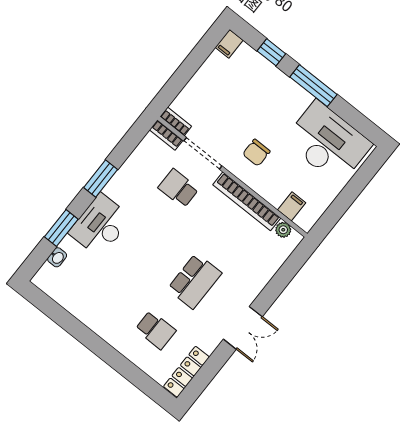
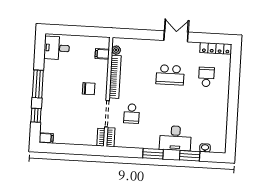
desk: (328, 143) -> (57, 48), width x0.53, depth x0.77
school desk: (195, 281) -> (170, 75), turned 180

